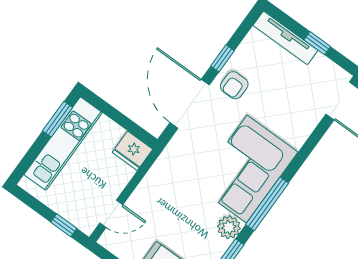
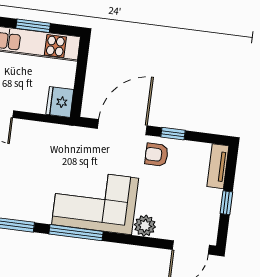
tv unit: (285, 38) -> (218, 166), width x0.71
window: (58, 119) -> (33, 26), moved
plant: (229, 227) -> (145, 226), moved

